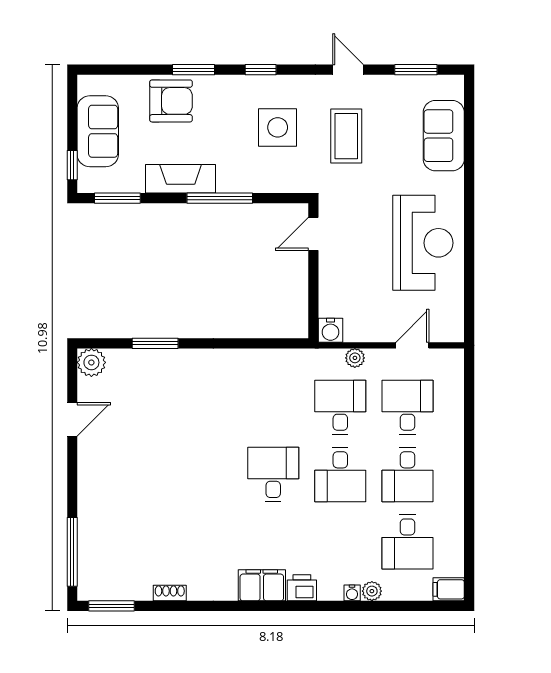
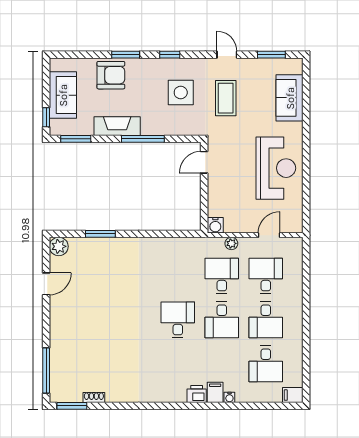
filing cabinet: (262, 585) -> (215, 392), moved, width x0.50
plant: (372, 591) -> (242, 396), removed
shoe rack: (170, 593) -> (94, 397), moved

